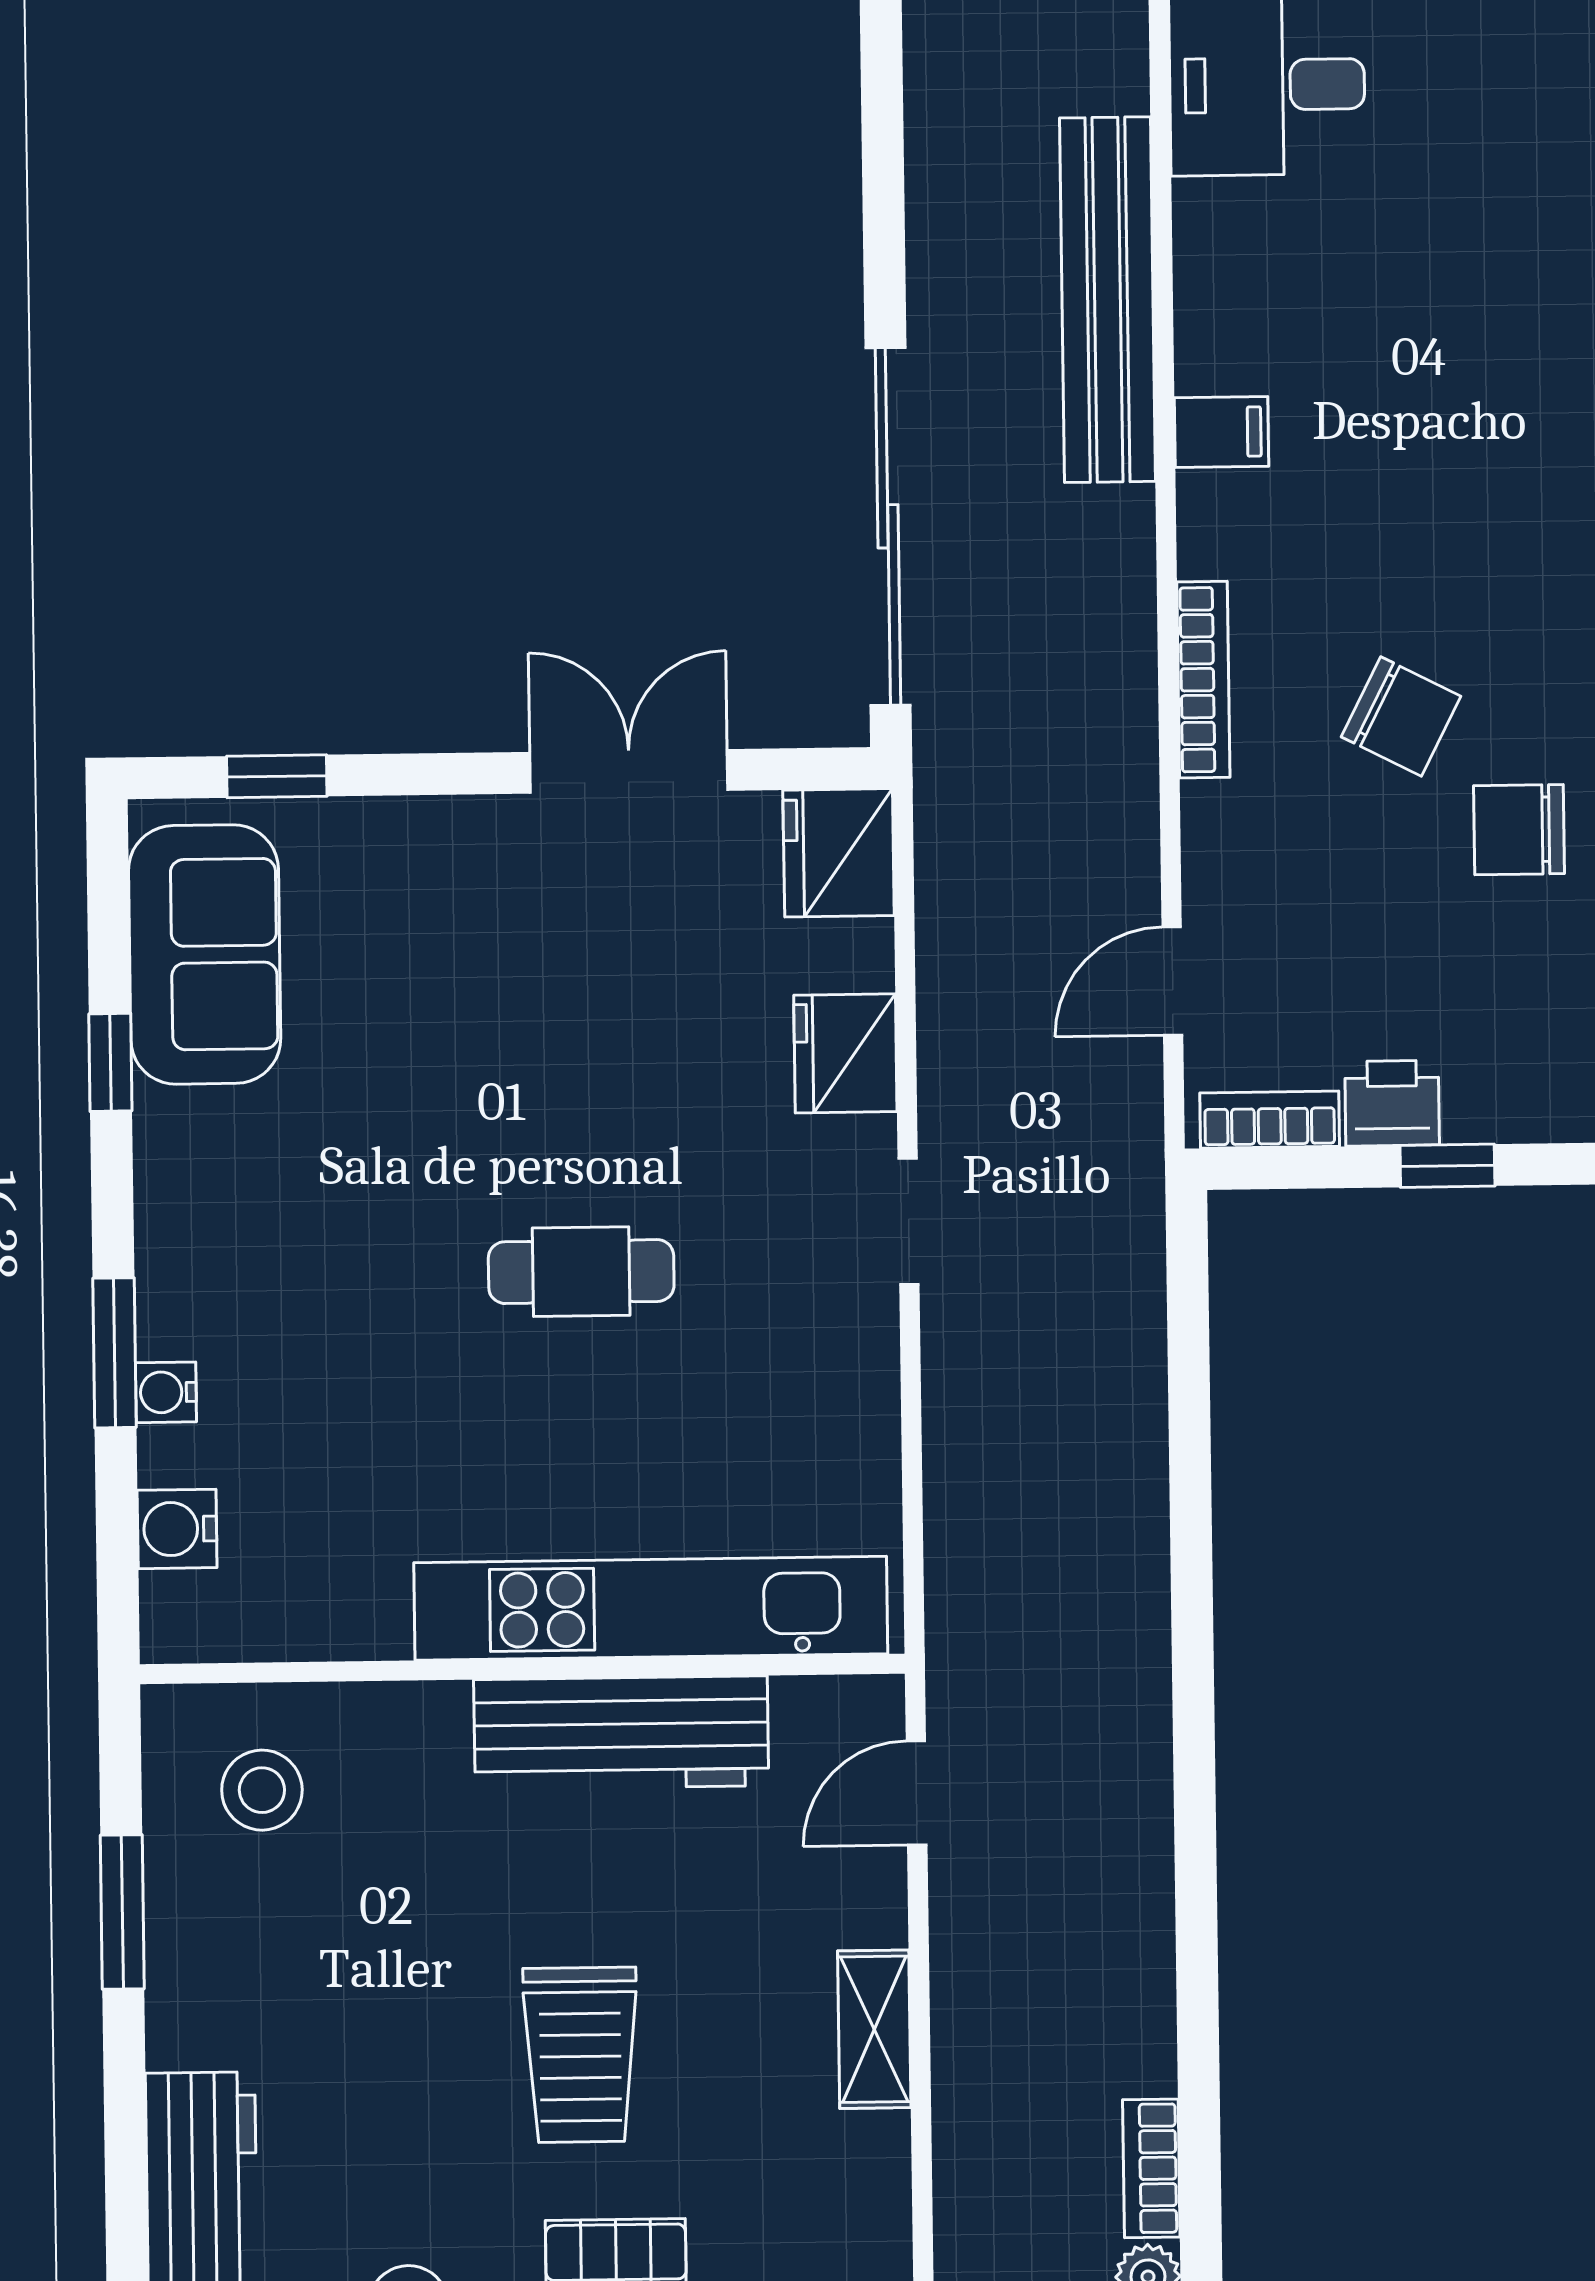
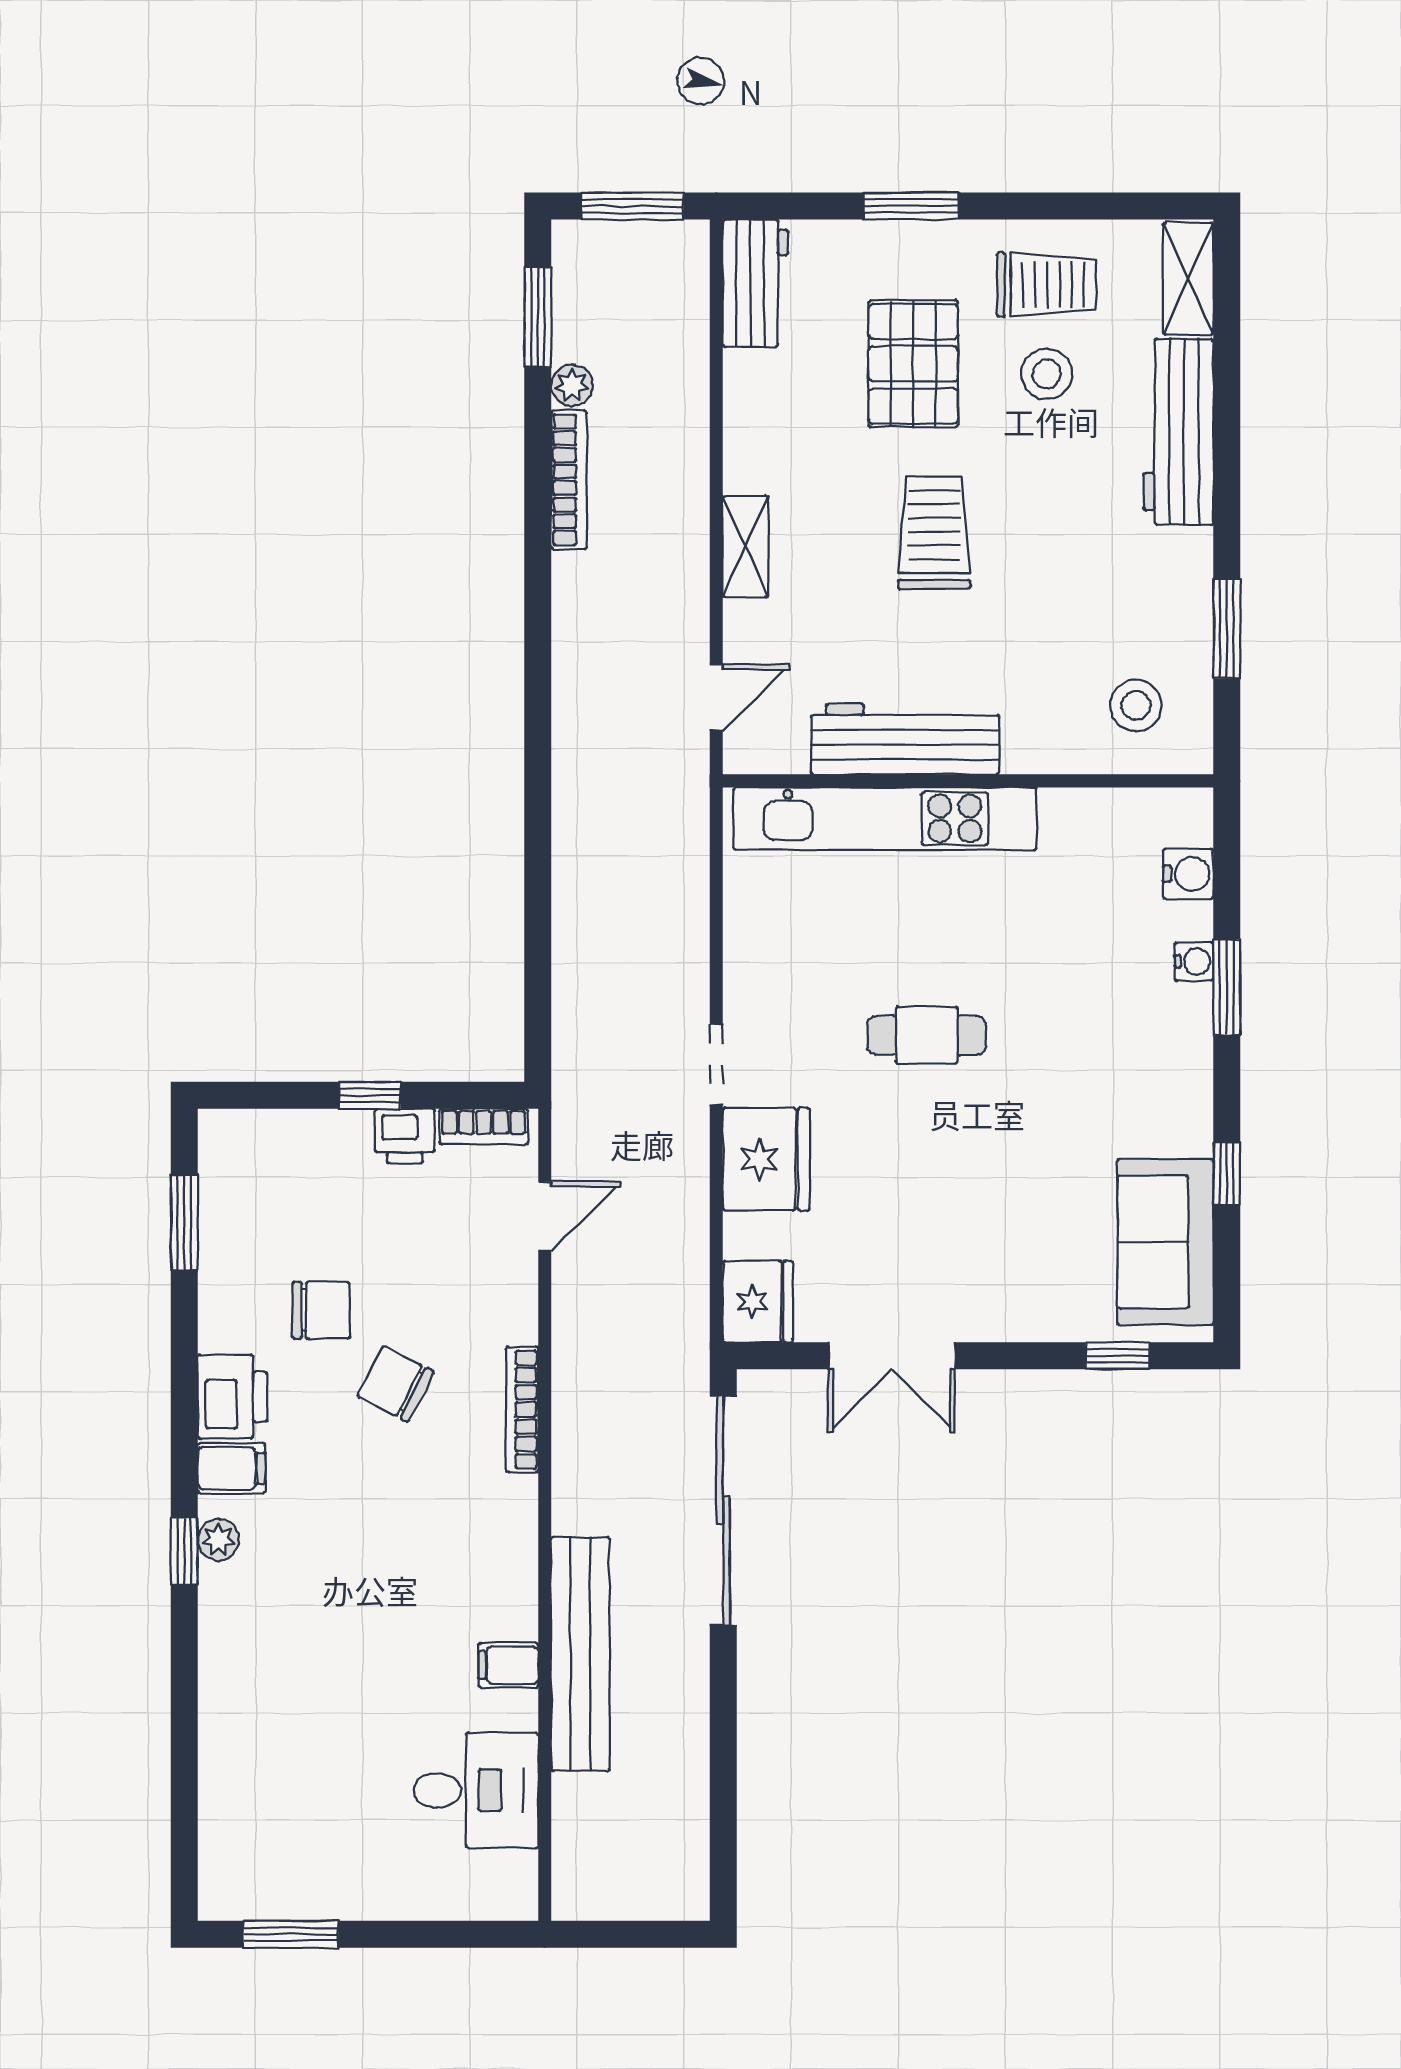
filing cabinet: (1222, 432) -> (508, 1665), moved
fridge: (845, 1053) -> (766, 1159), width x1.36, depth x1.34
bookcase: (1151, 2168) -> (569, 480), width x1.56

